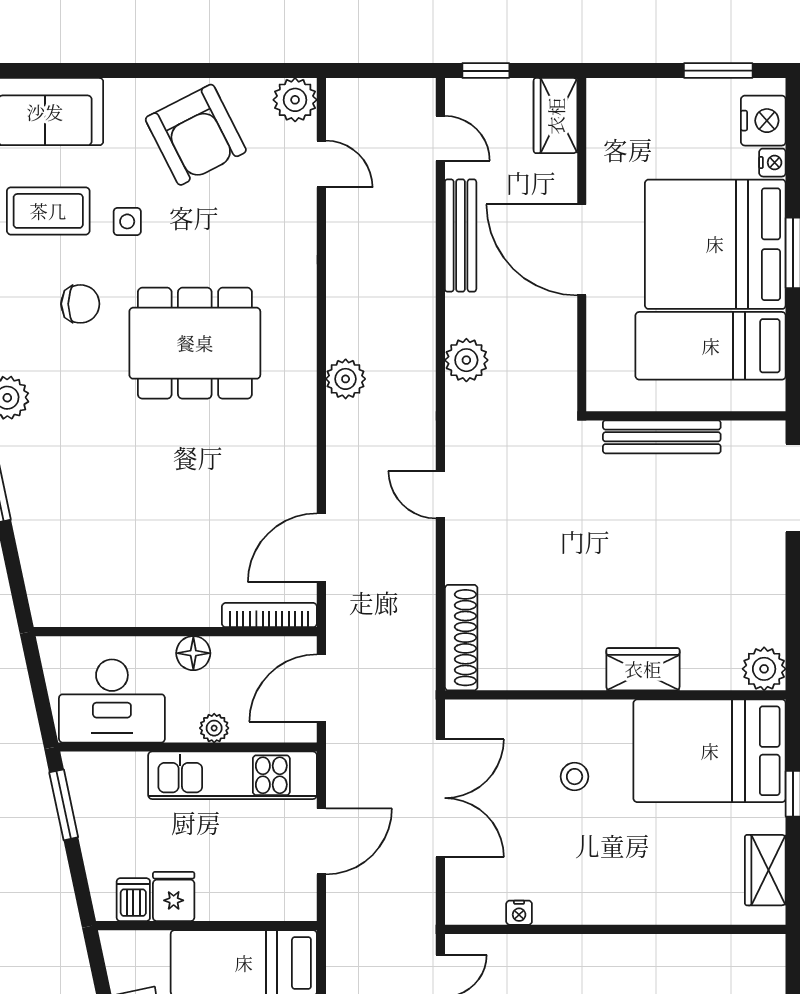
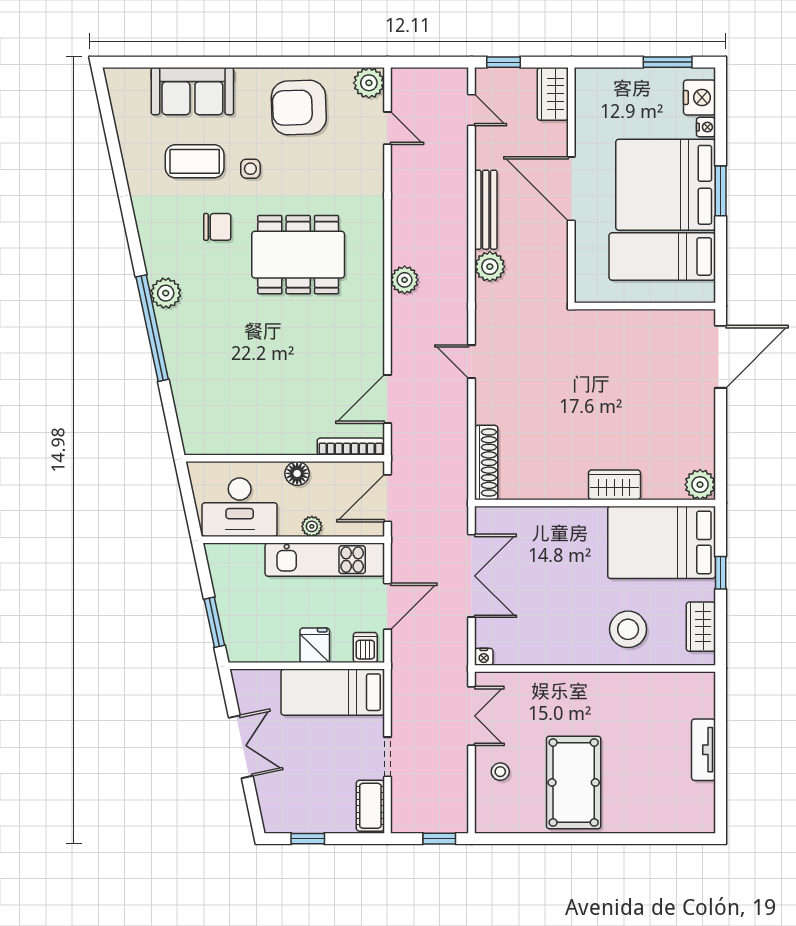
armchair: (196, 135) -> (299, 107), turned 115
bench: (461, 235) -> (486, 210), moved
bench: (662, 437) -> (628, 321), removed
stool: (575, 777) -> (628, 629), moved, width x1.89, depth x1.89
window: (64, 805) -> (214, 622), moved
fridge: (174, 896) -> (315, 645), moved
dishwasher: (133, 900) -> (365, 647), moved
nightstand: (519, 913) -> (484, 657), moved

